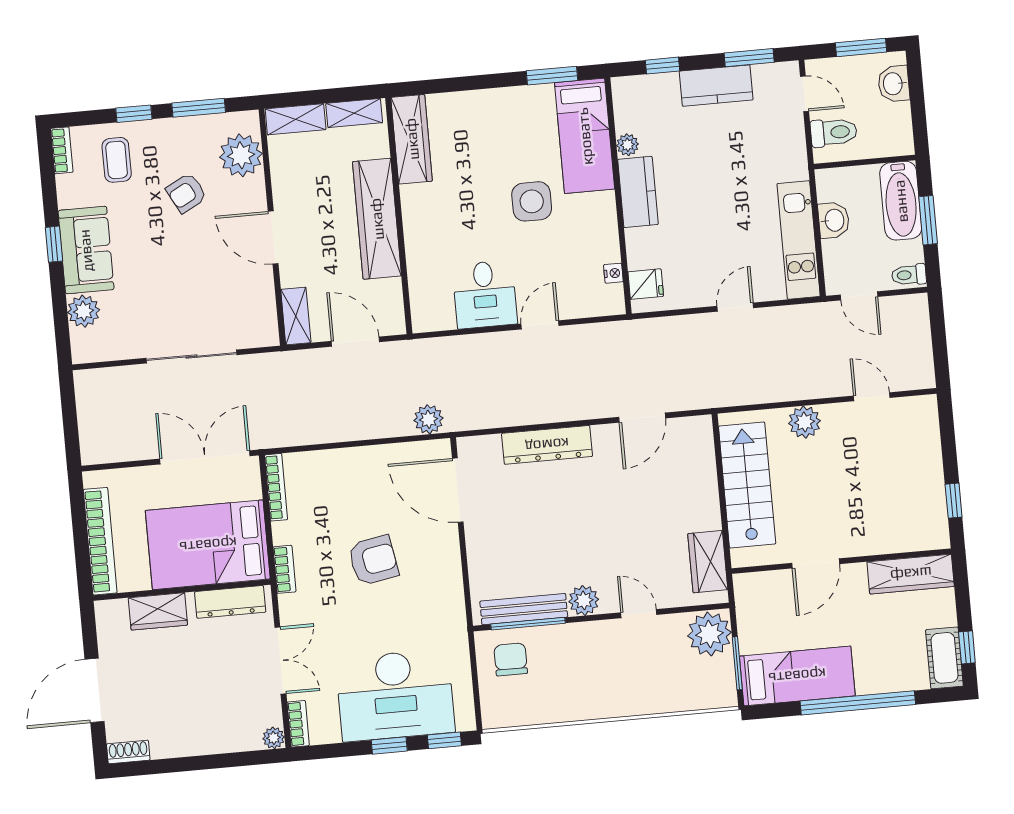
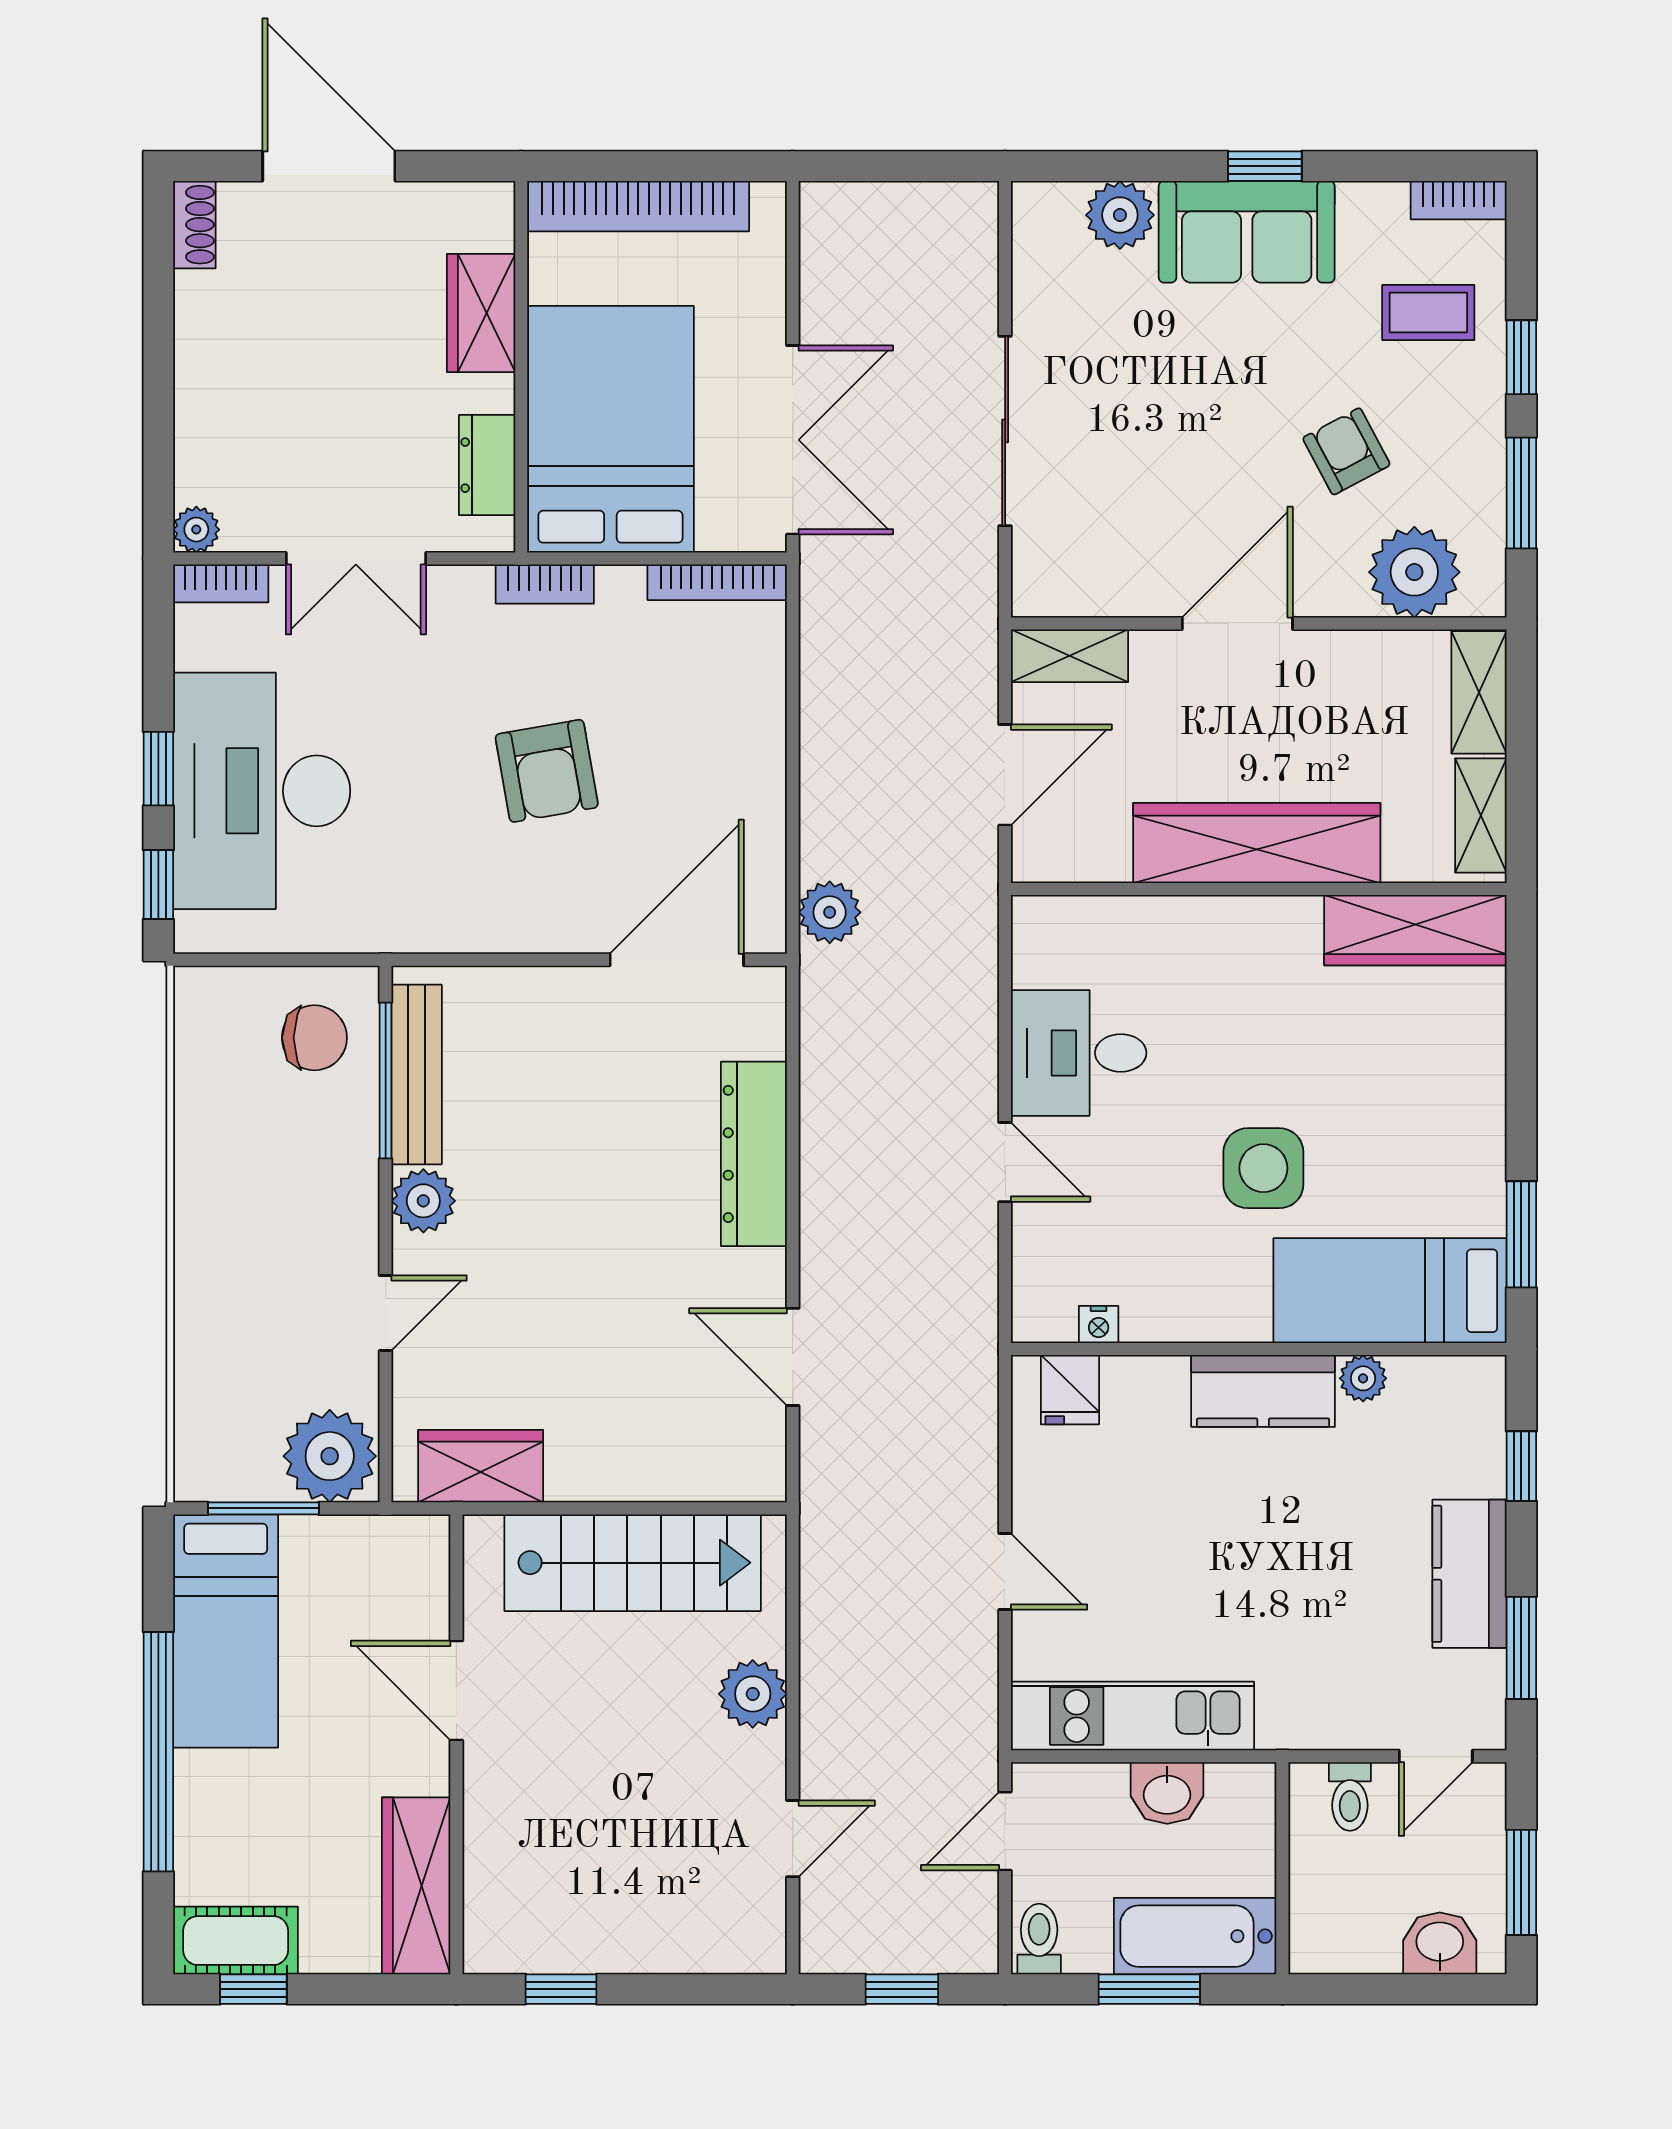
toilet: (834, 132) -> (1350, 1796), width x0.73, depth x0.72
window: (939, 338) -> (902, 1989), added
dresser: (230, 602) -> (487, 465), width x0.70

